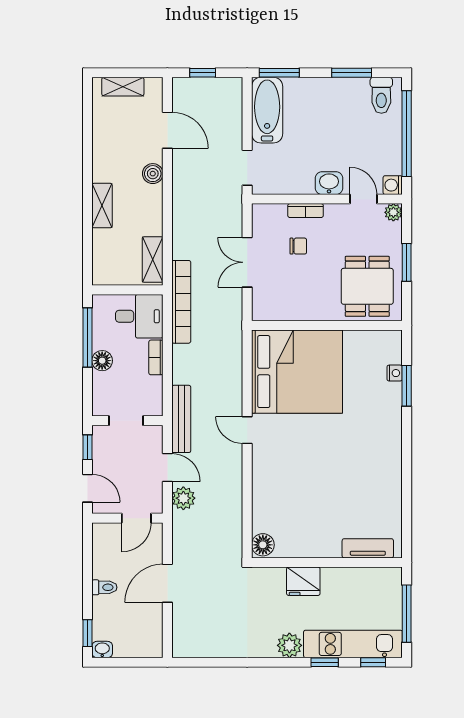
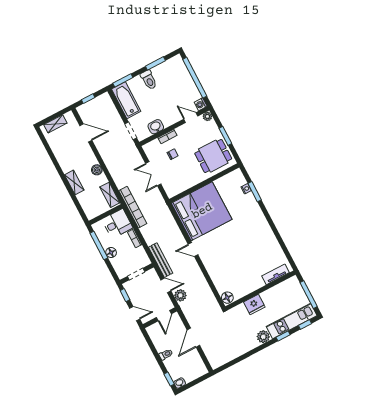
toilet: (381, 95) -> (149, 80), moved
boiler: (153, 174) -> (97, 170), moved
washbasin: (329, 183) -> (156, 127), moved
dining table: (367, 286) -> (213, 156), turned 90

